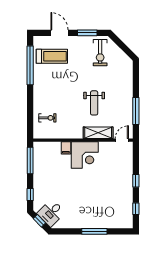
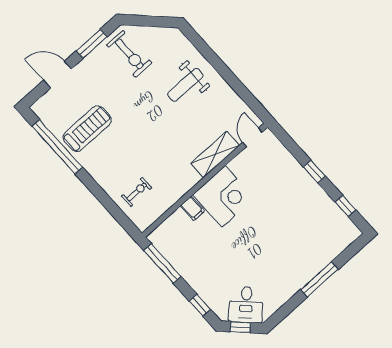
treadmill: (52, 56) -> (87, 129), moved
weight bench: (94, 103) -> (185, 85), moved, turned 90
window: (136, 111) -> (237, 86), removed

